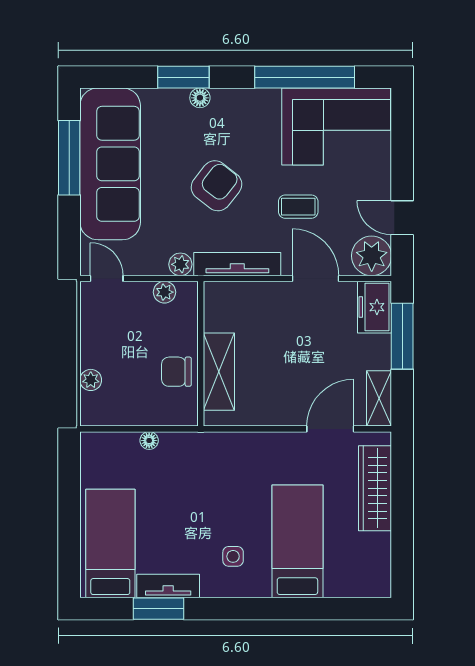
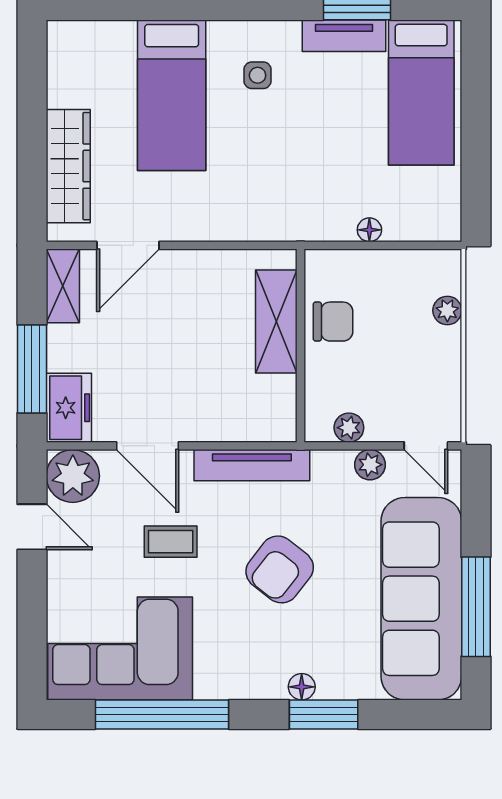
plant: (180, 264) -> (370, 465), moved

